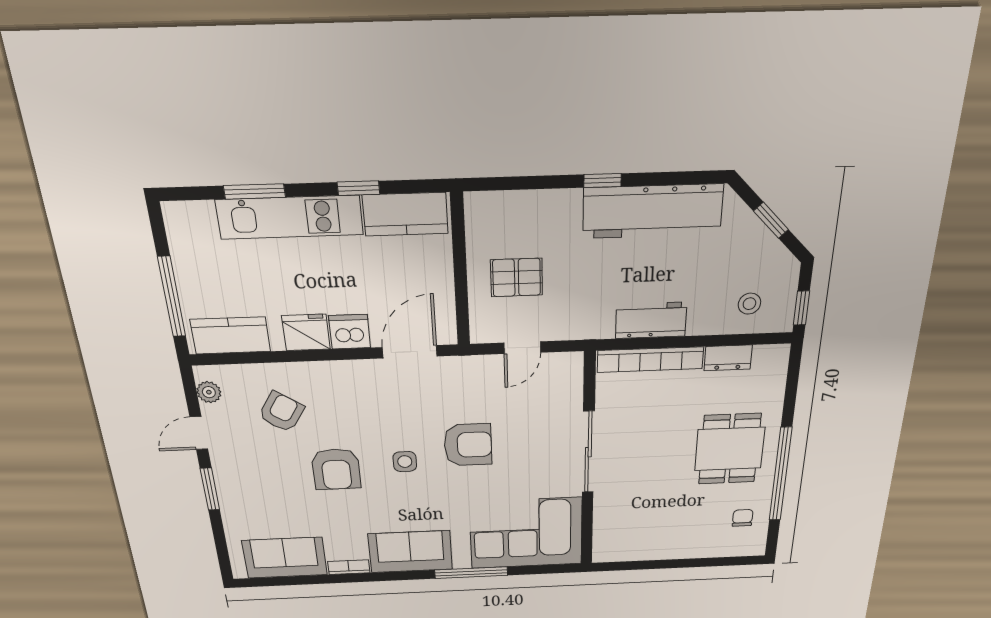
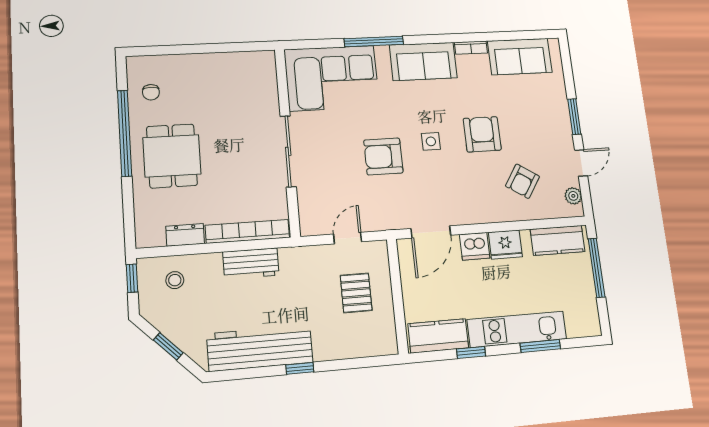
pallet: (517, 277) -> (356, 293), turned 90

